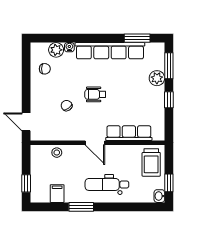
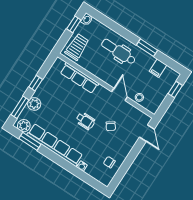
plant: (56, 50) -> (24, 126), moved
door: (95, 143) -> (119, 94), moved
dental chair: (107, 184) -> (118, 52), turned 180

